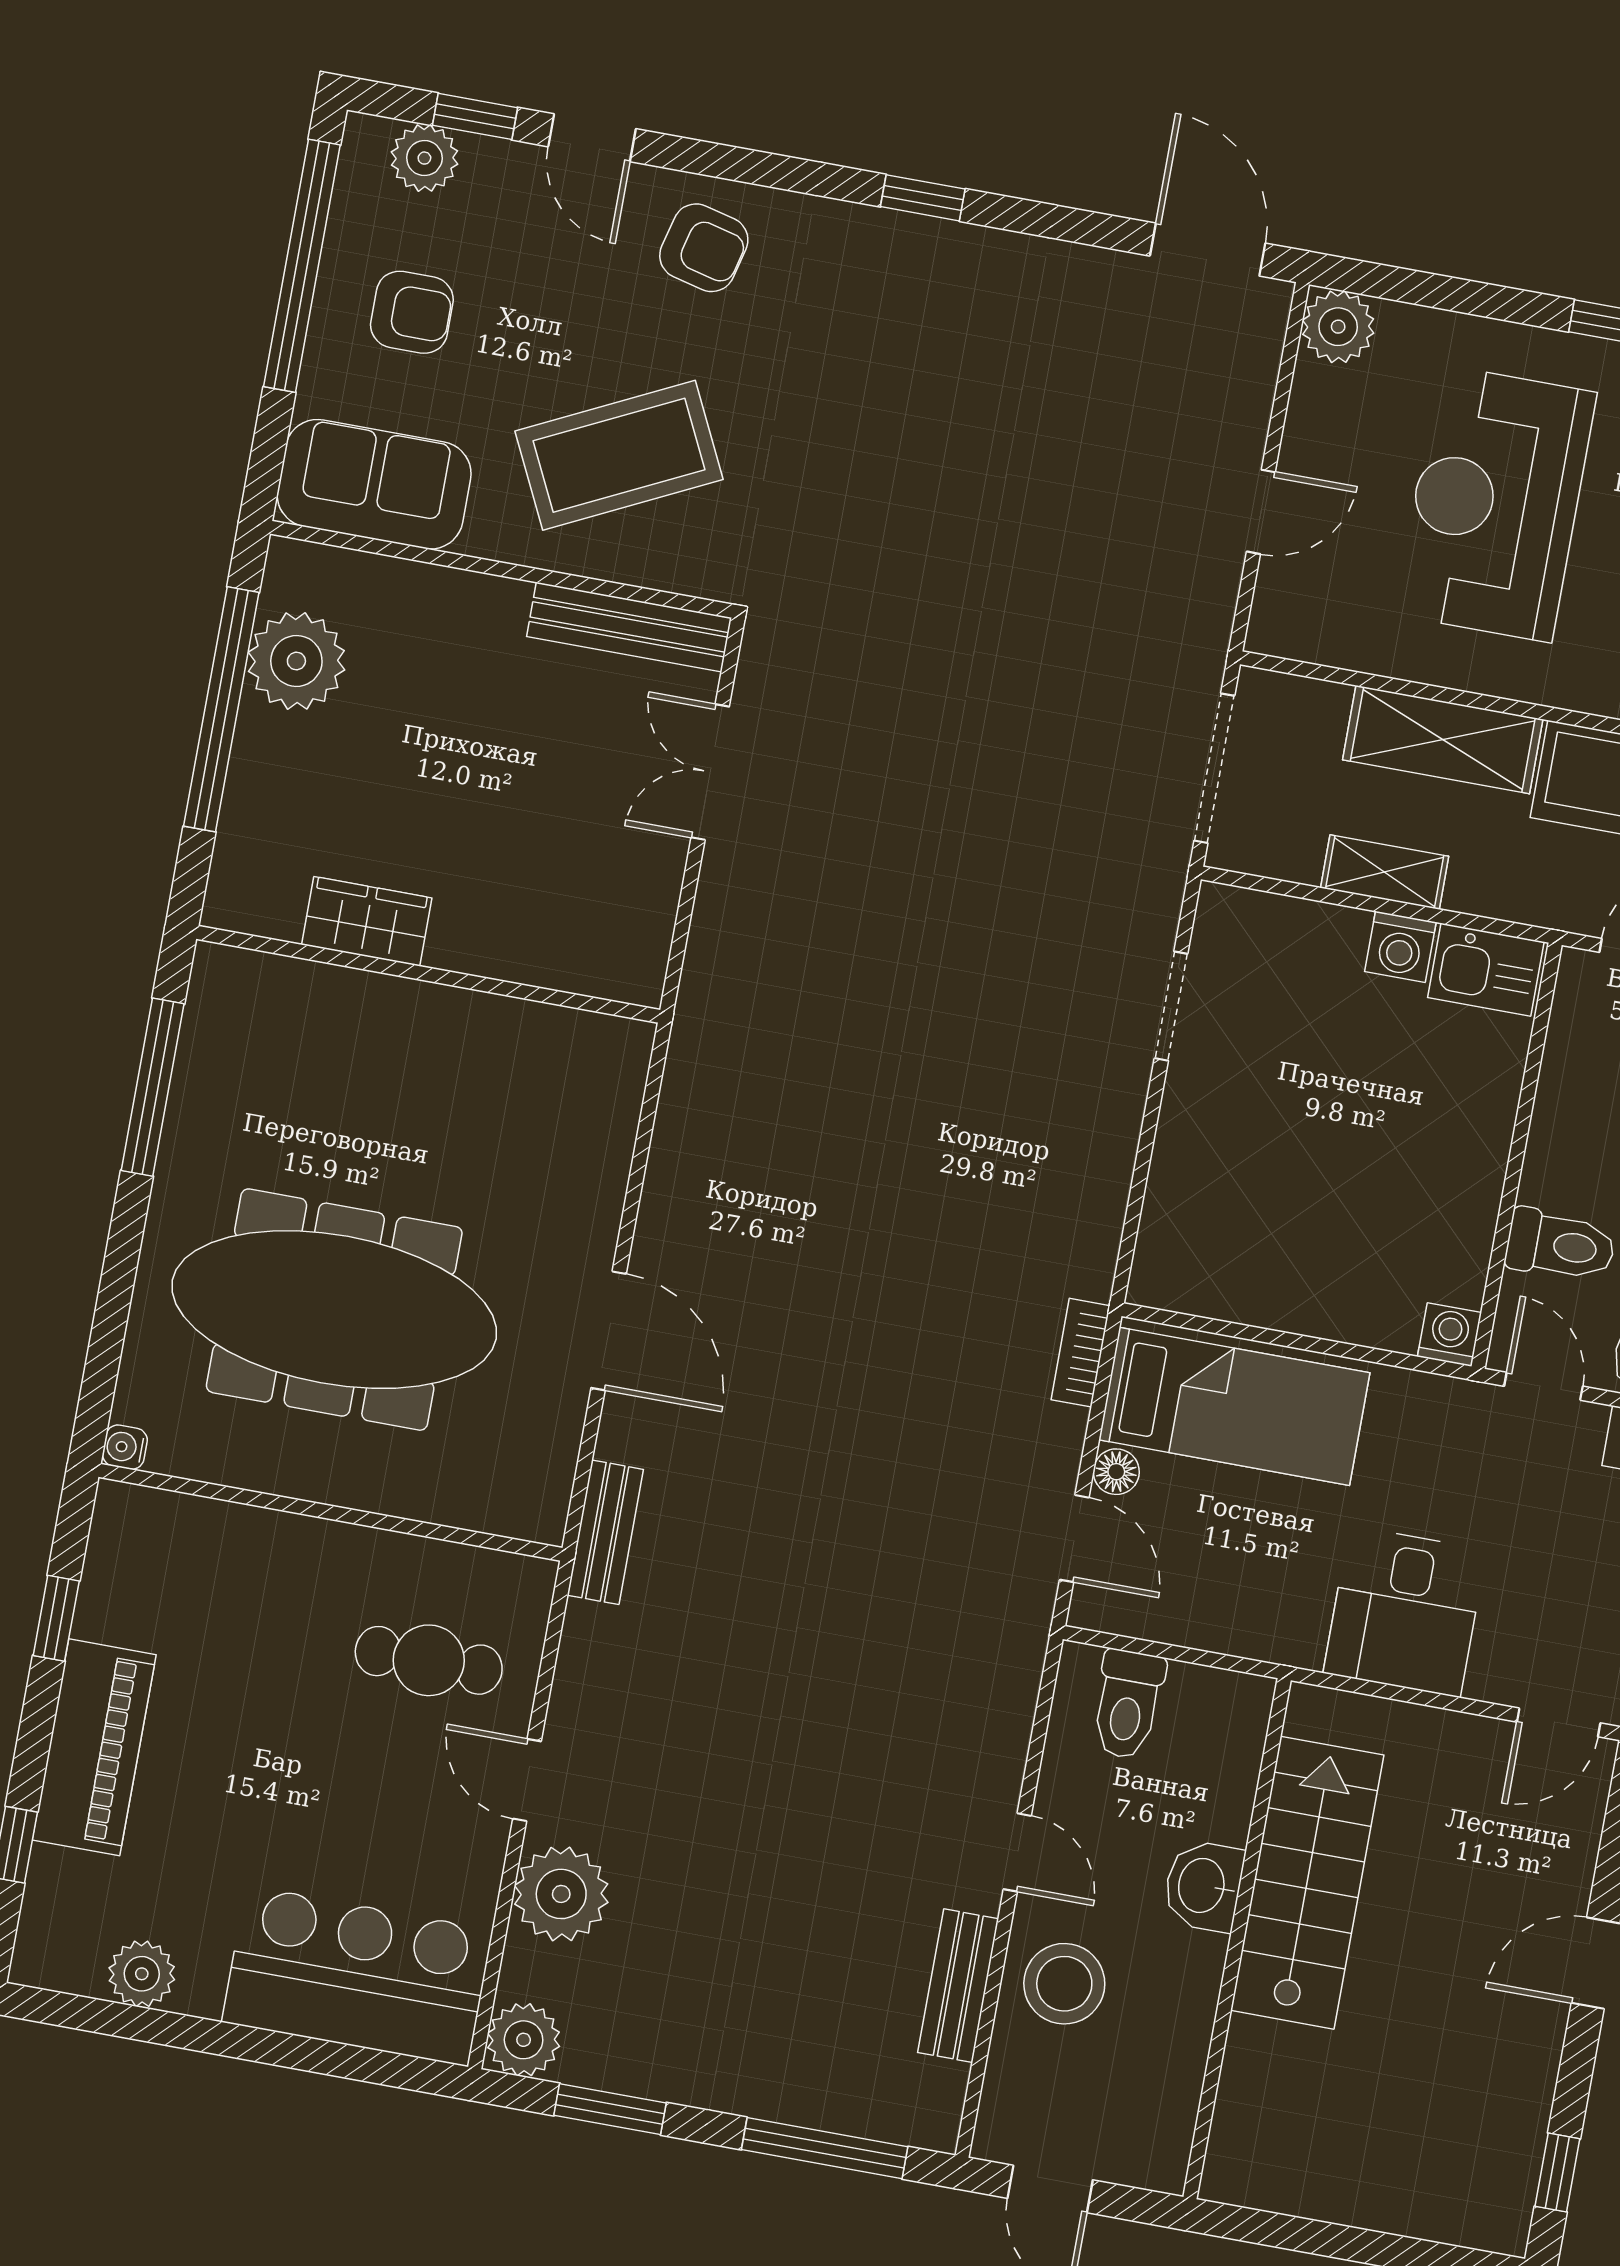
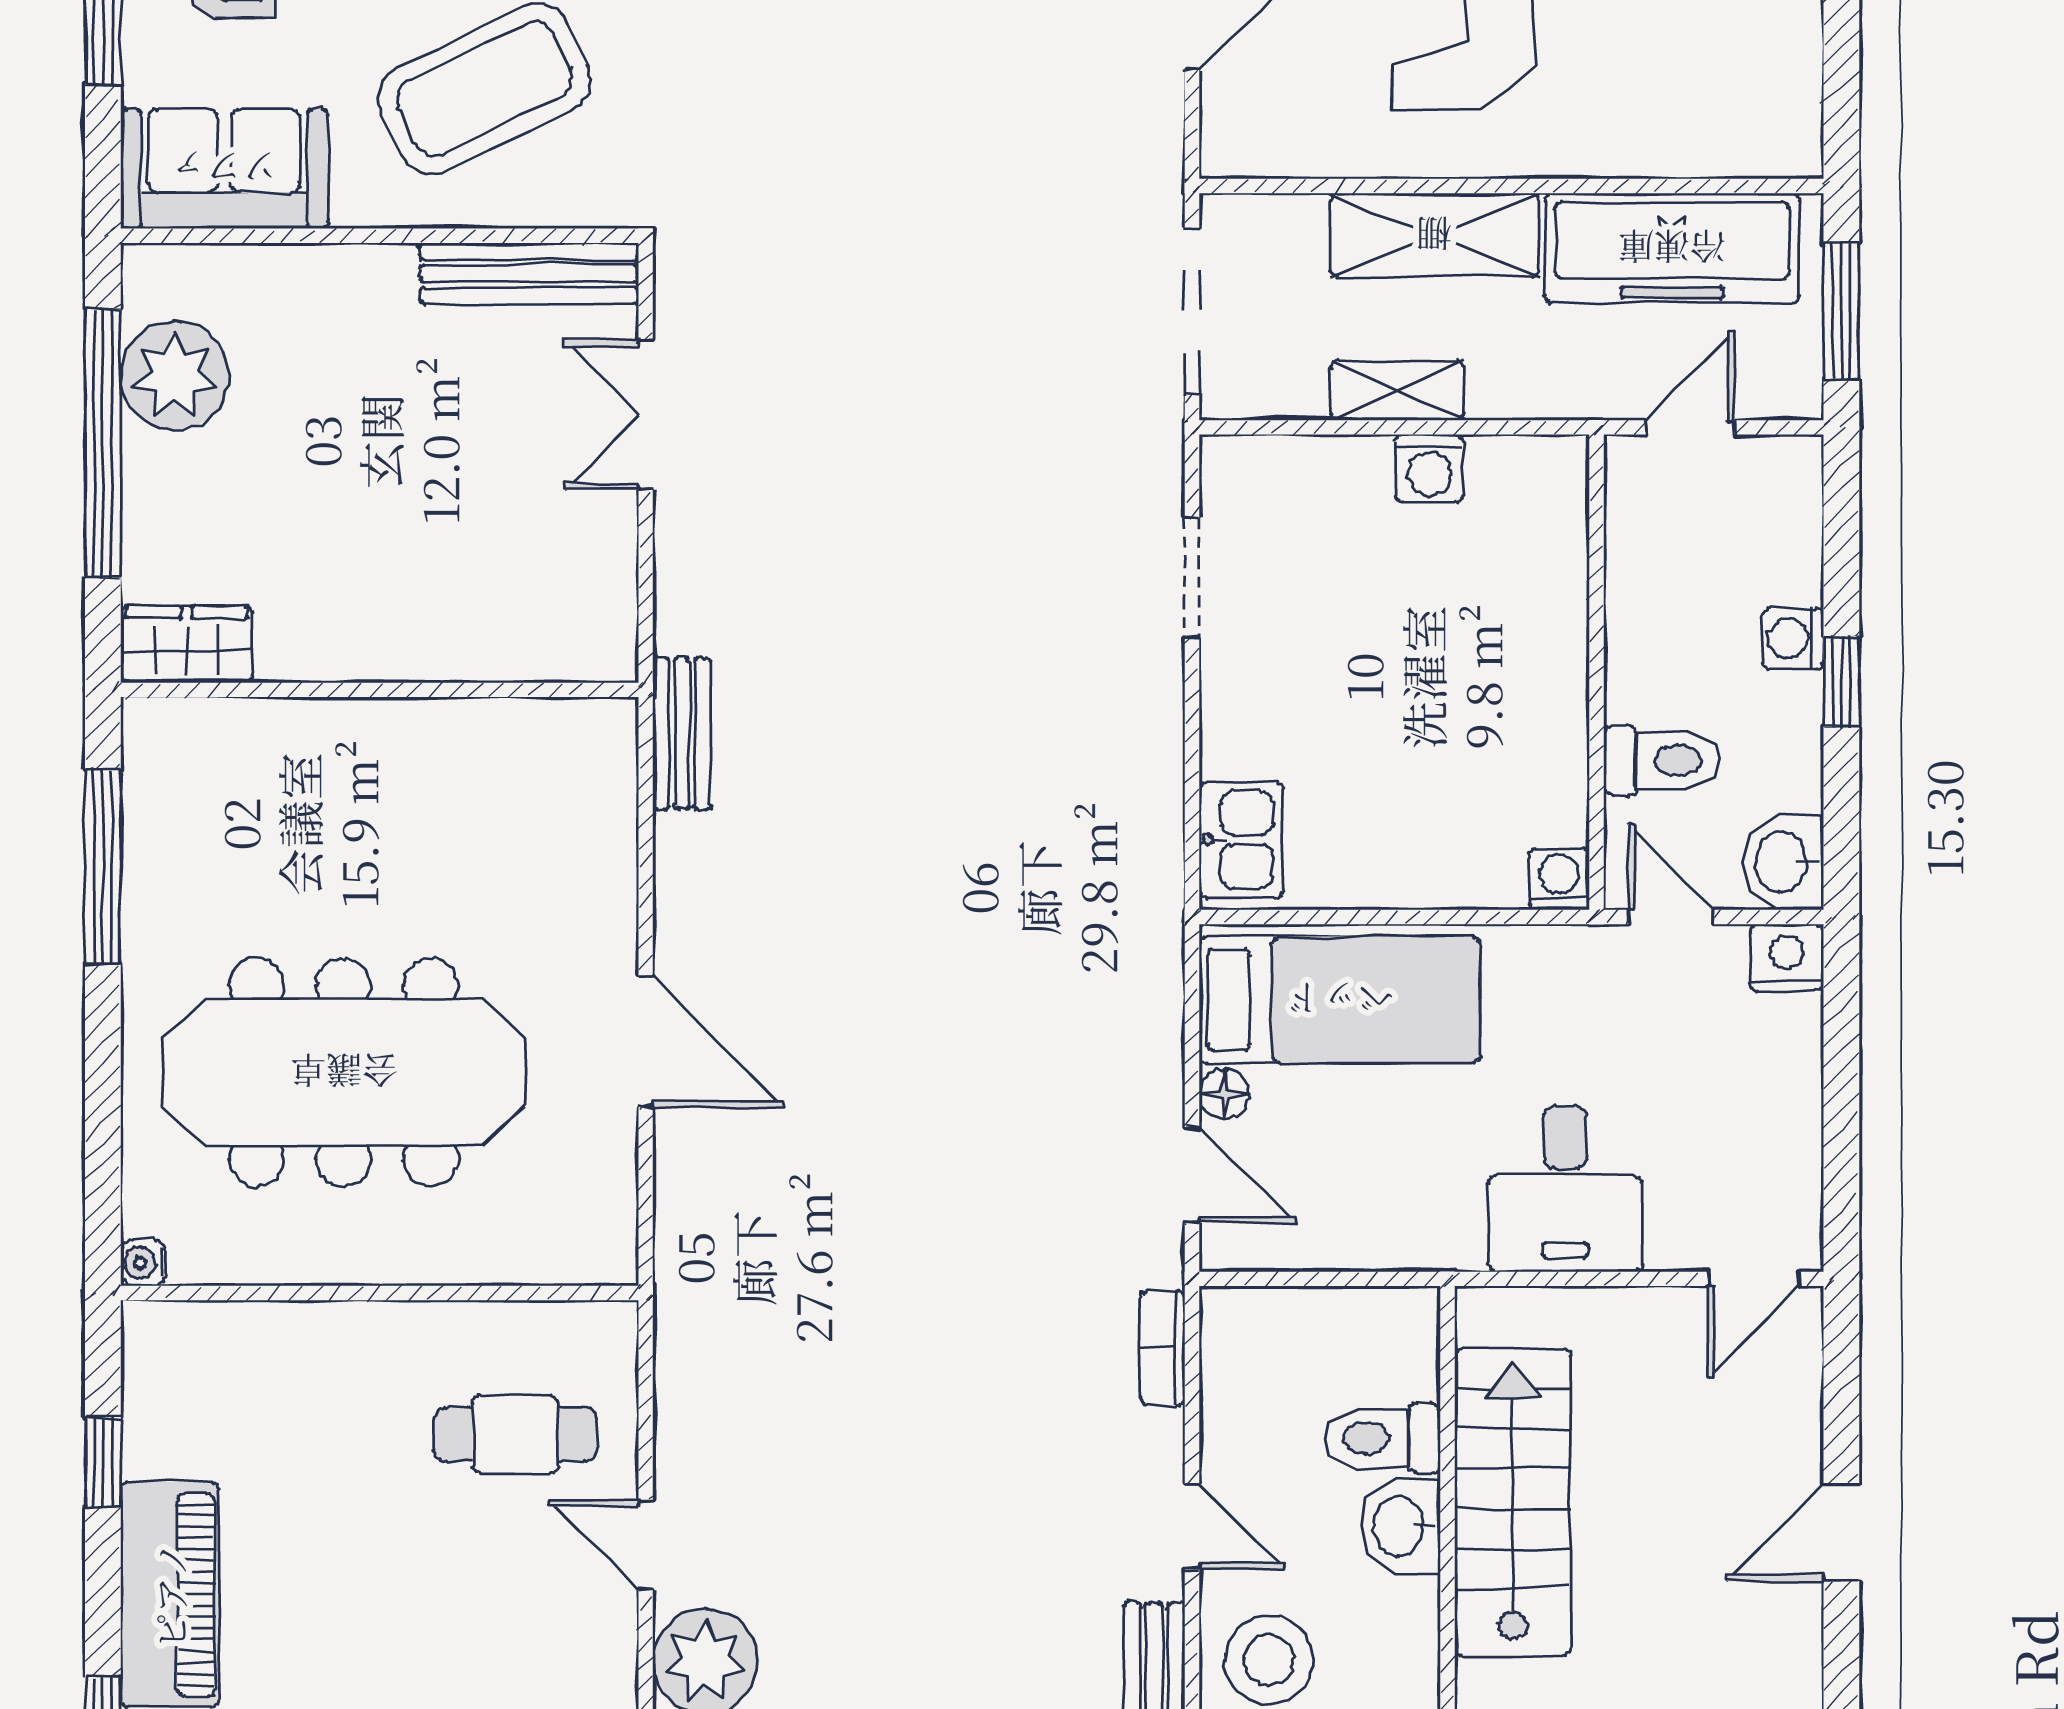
wardrobe: (367, 921) -> (187, 644), moved
kitchen sink: (1486, 970) -> (1241, 840), moved, turned -90
bookcase: (1081, 1353) -> (1162, 1348), moved
bench: (605, 1532) -> (682, 734), moved
toilet: (1128, 1704) -> (1382, 1438), moved, turned 90

